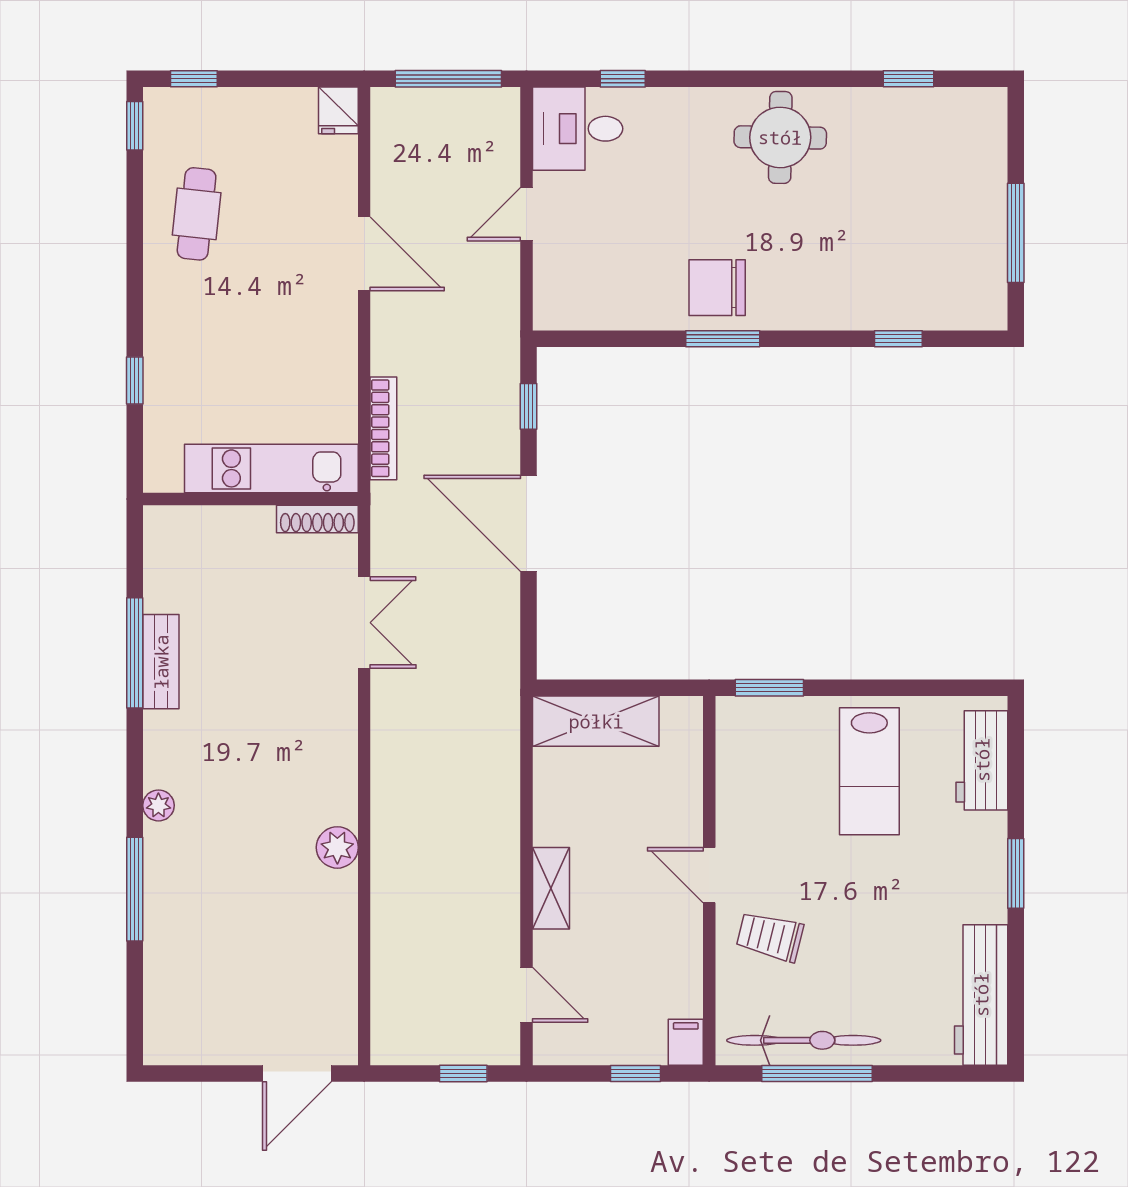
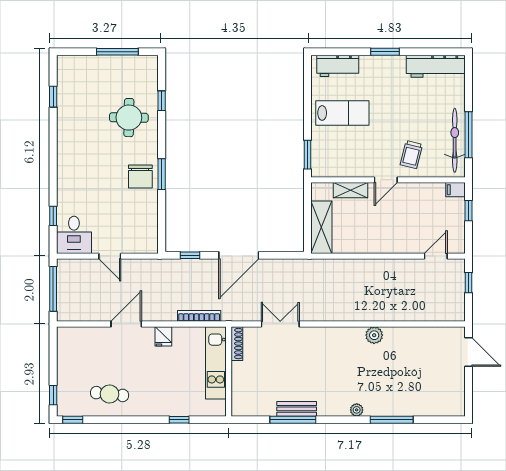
fridge: (338, 110) -> (163, 336), moved, turned 90
round table: (780, 137) -> (129, 118), moved
shelving: (551, 888) -> (351, 190), moved

